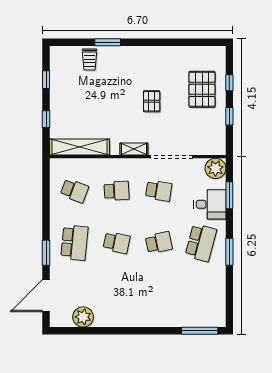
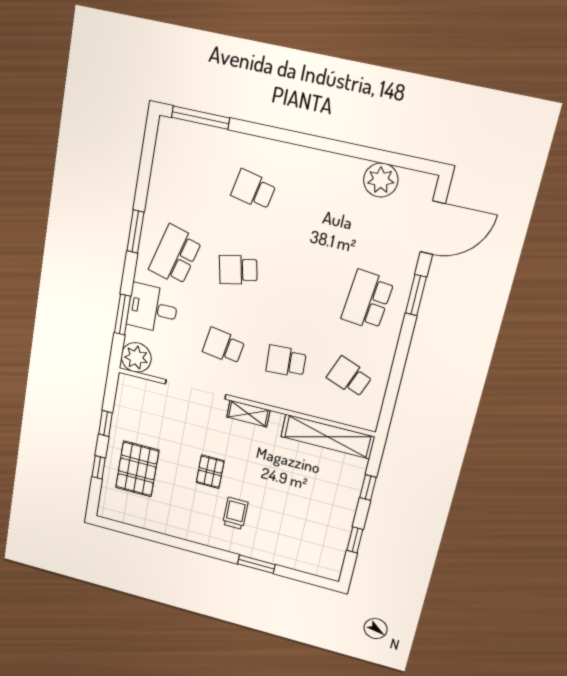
trolley: (90, 59) -> (235, 513), moved
school desk: (117, 243) -> (253, 190), moved

